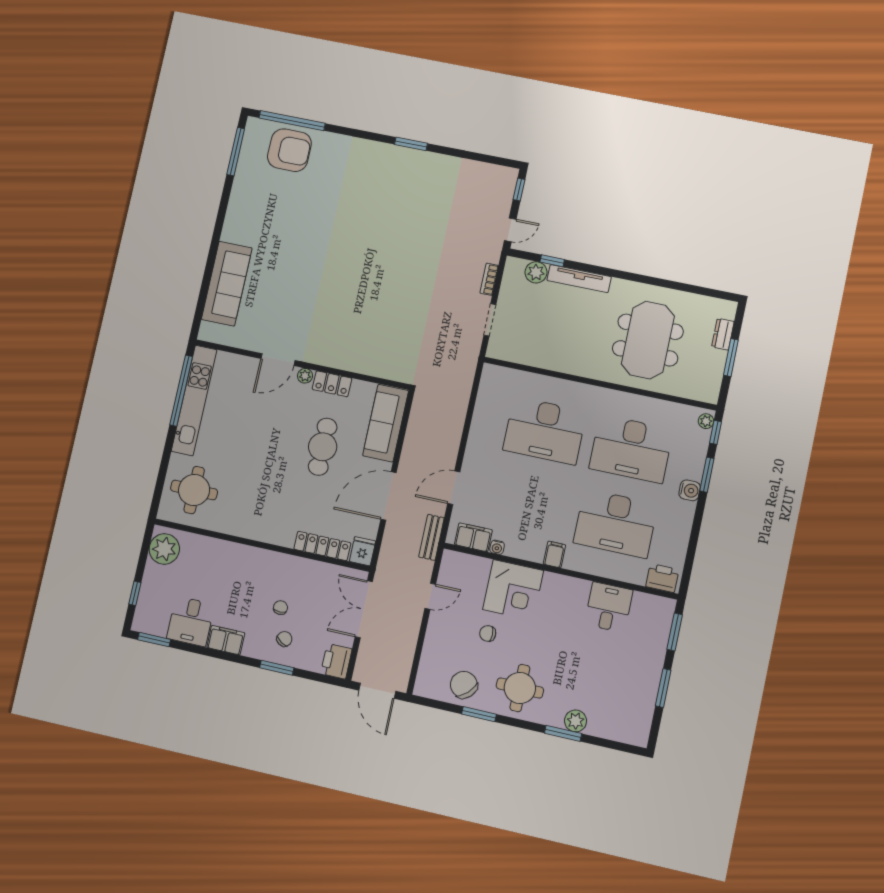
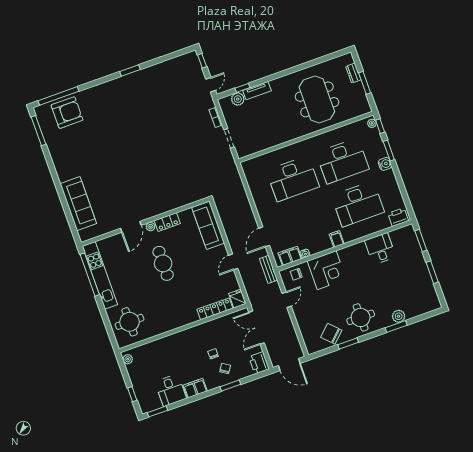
tv unit: (579, 279) -> (257, 91), width x0.71
cafe table: (323, 447) -> (163, 263), moved
door: (389, 496) -> (233, 262), width x0.53
plant: (164, 549) -> (128, 359), width x0.53, depth x0.53
chair: (488, 633) -> (296, 274), moved

